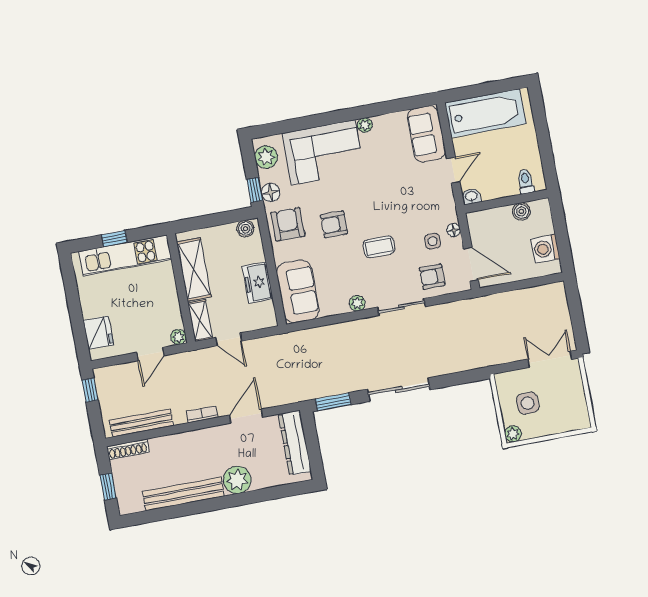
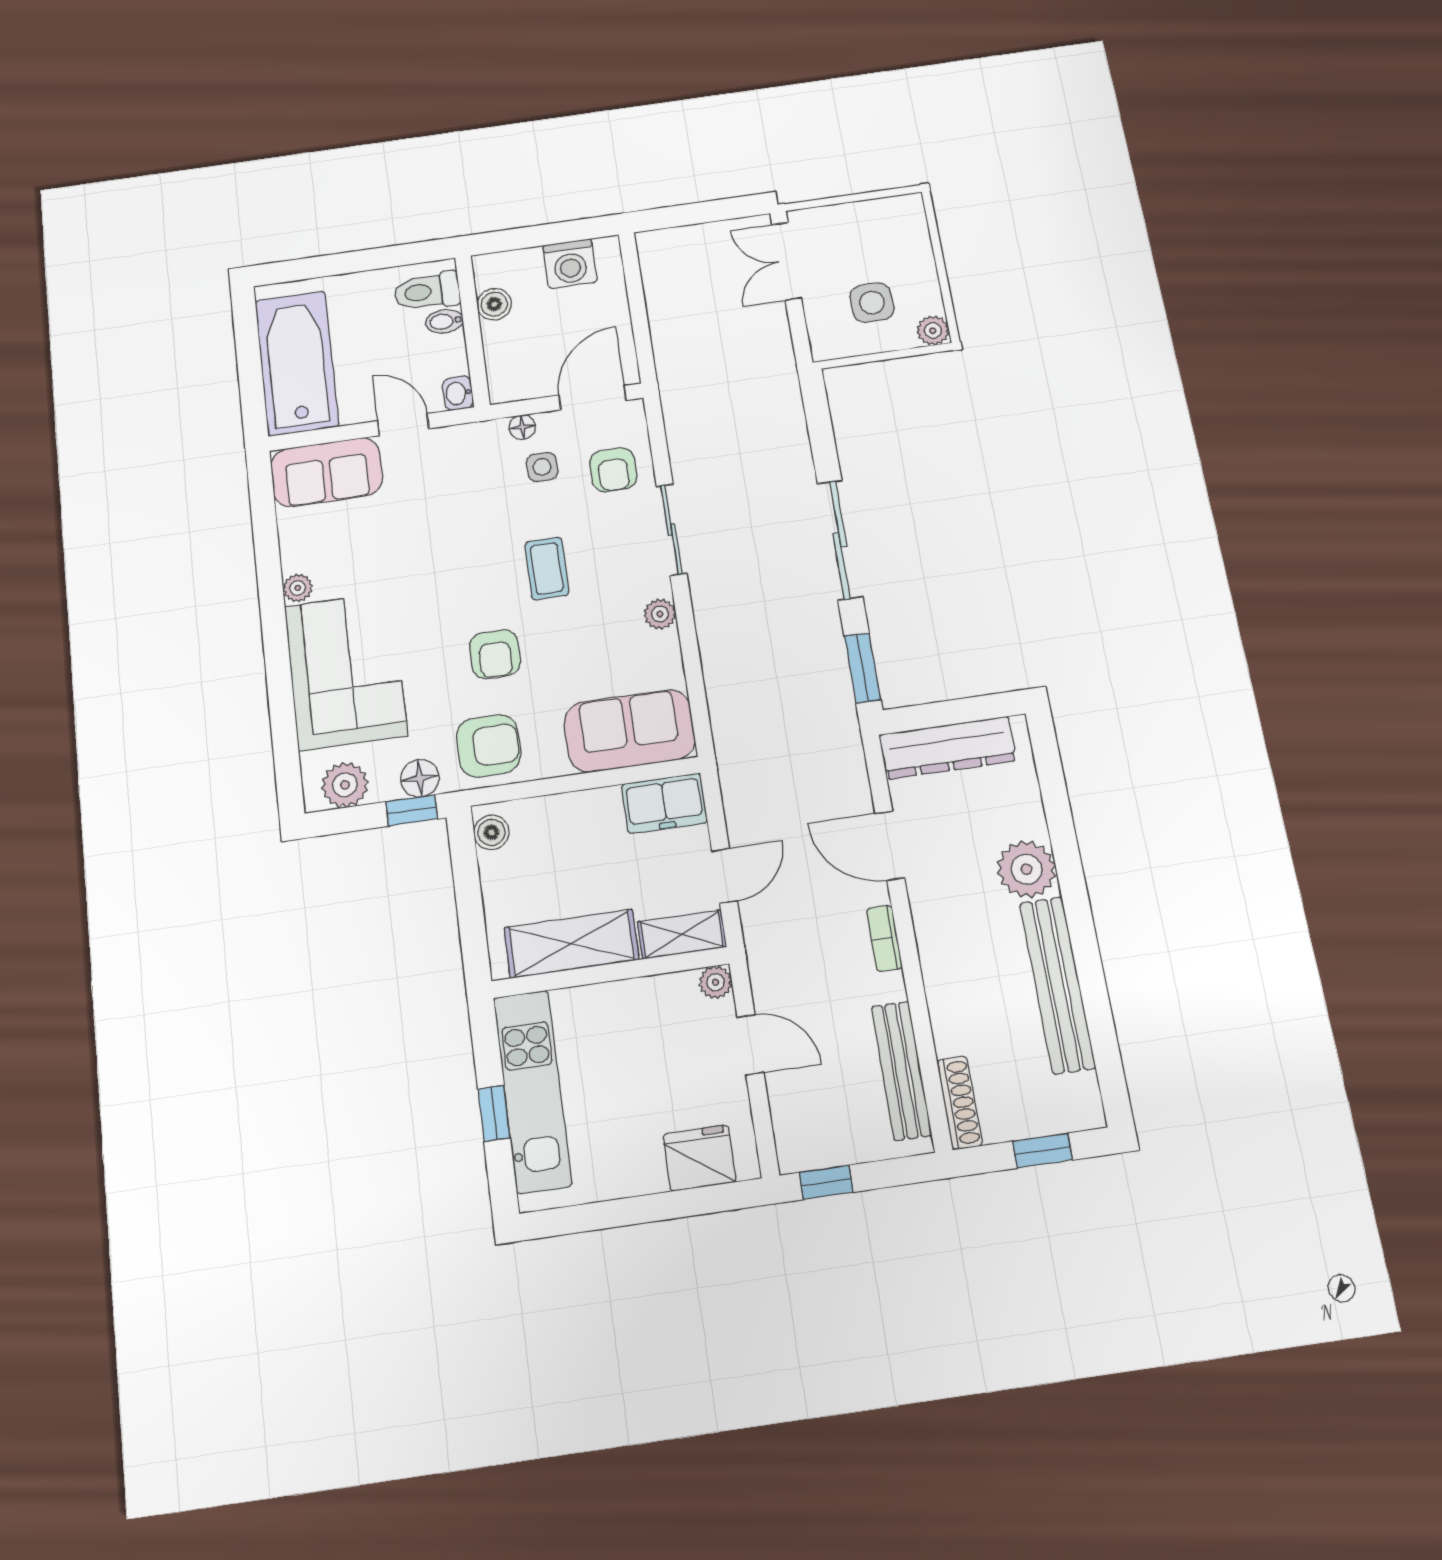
toilet: (526, 181) -> (427, 292), width x1.37, depth x1.39
bidet: (511, 187) -> (444, 321), added
armchair: (288, 224) -> (488, 746), turned 180
freezer: (258, 283) -> (664, 803), moved

